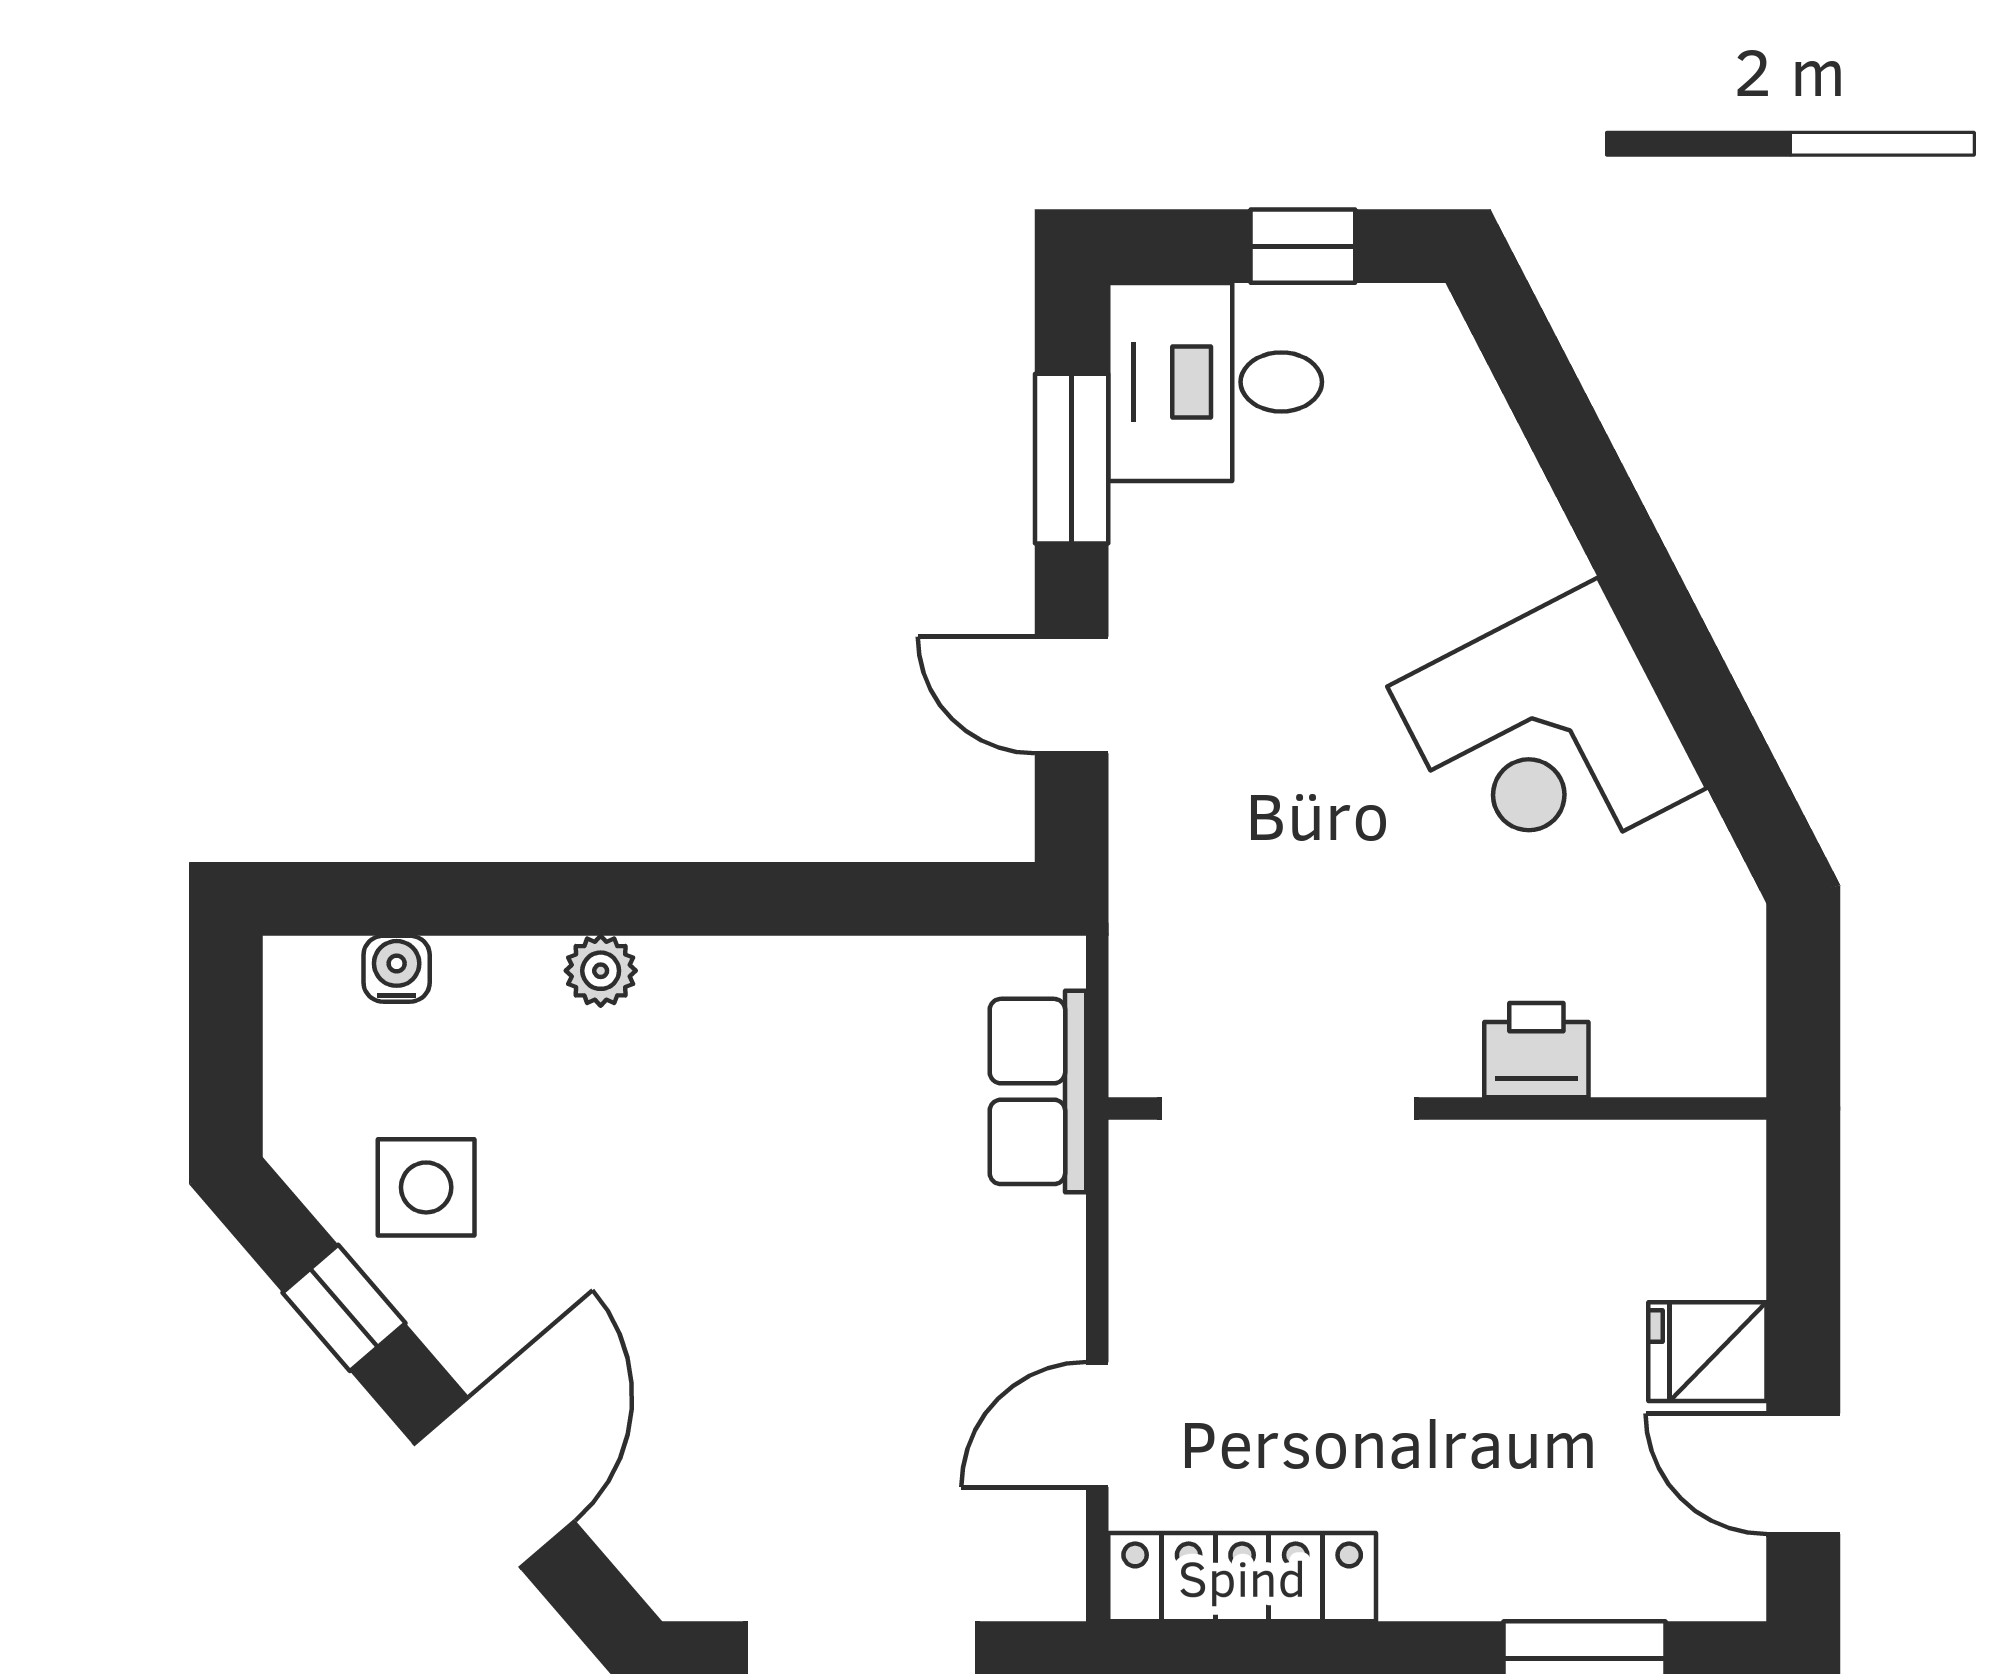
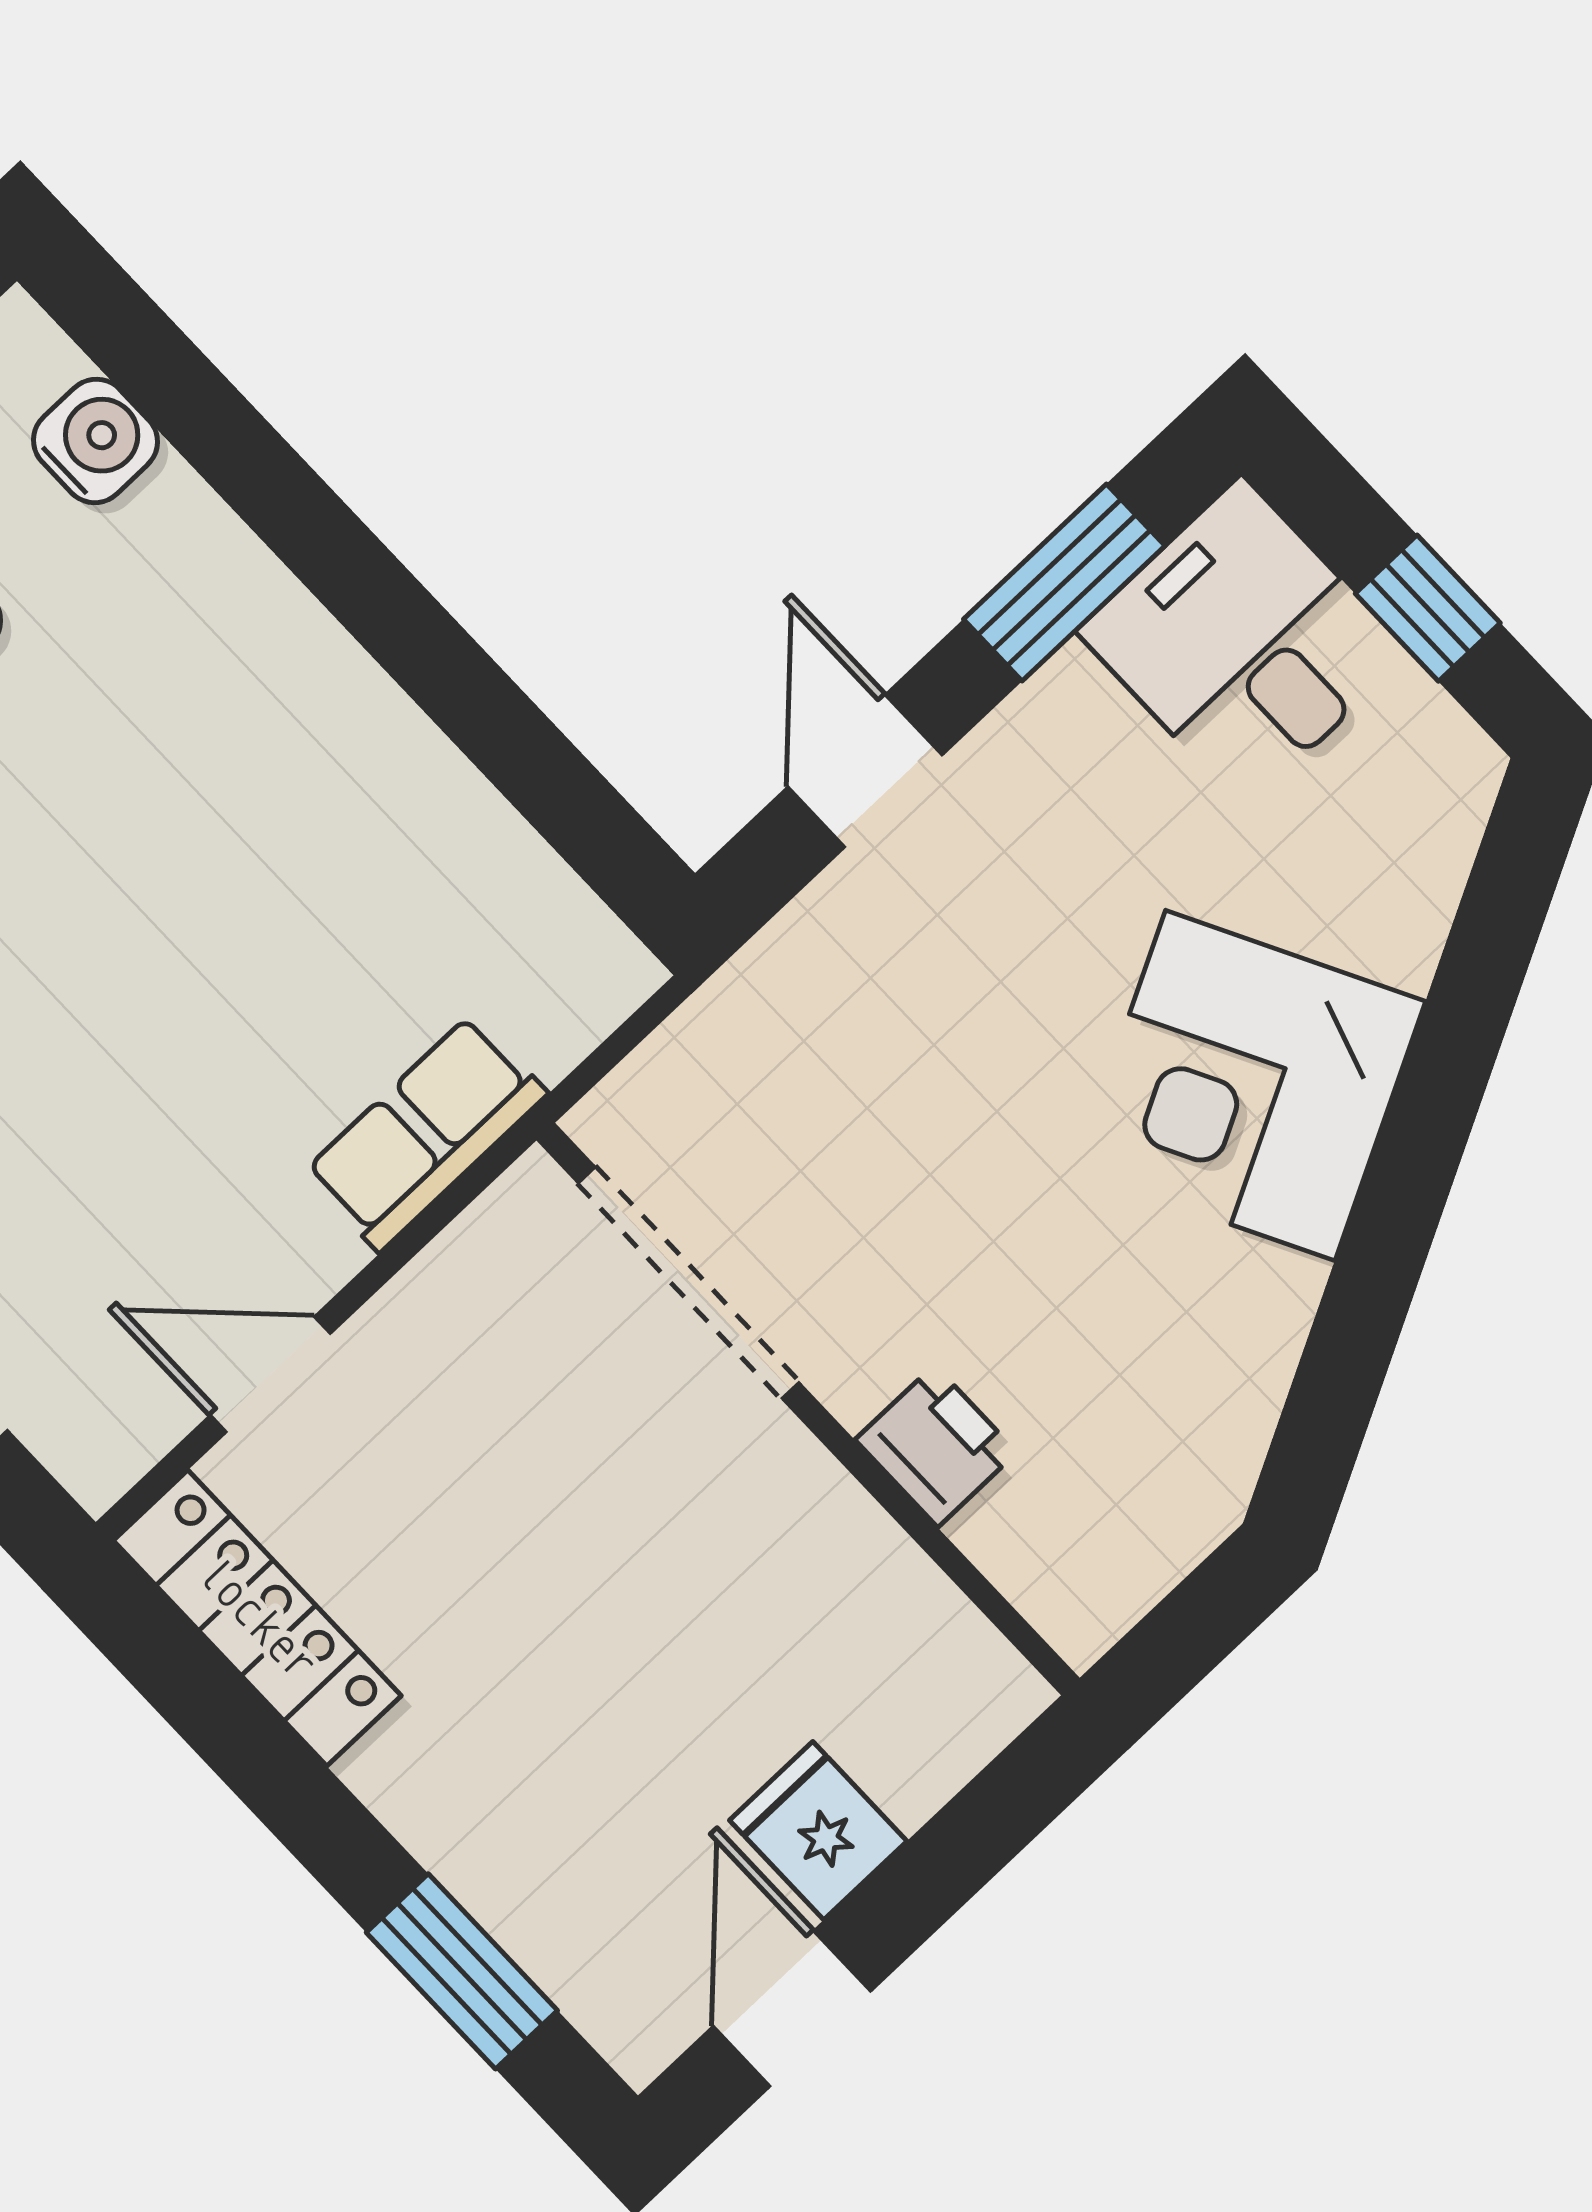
corner desk: (1547, 737) -> (1250, 1086), moved
water cooler: (397, 969) -> (95, 441), width x1.38, depth x1.38
plant: (601, 971) -> (257, 594), removed
row of seats: (1038, 1091) -> (426, 1133), moved

